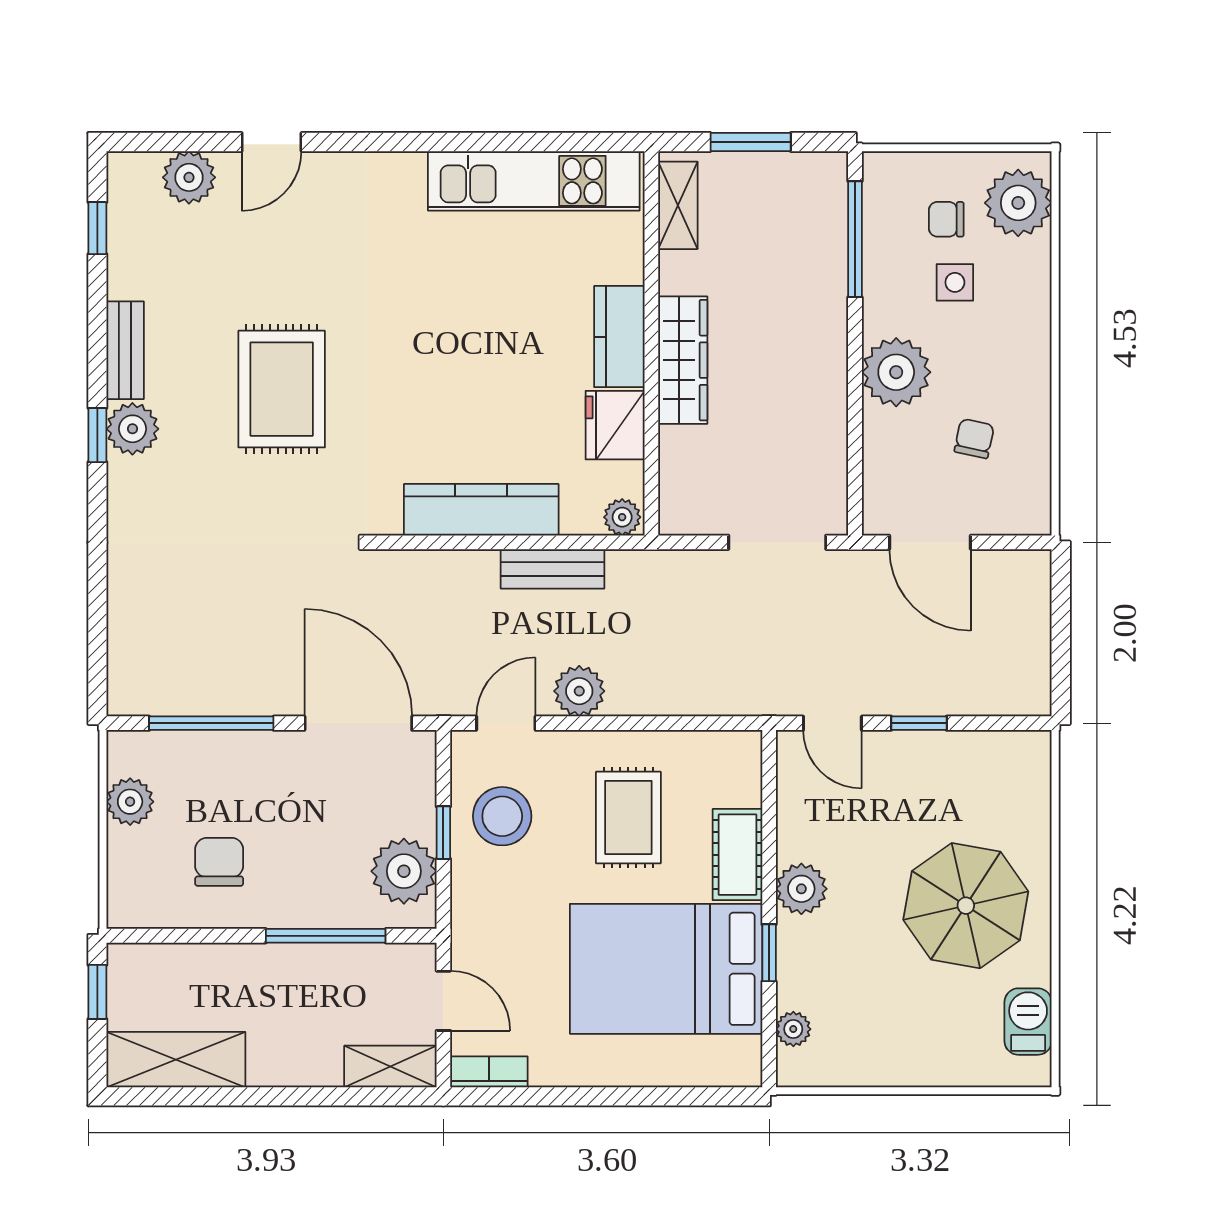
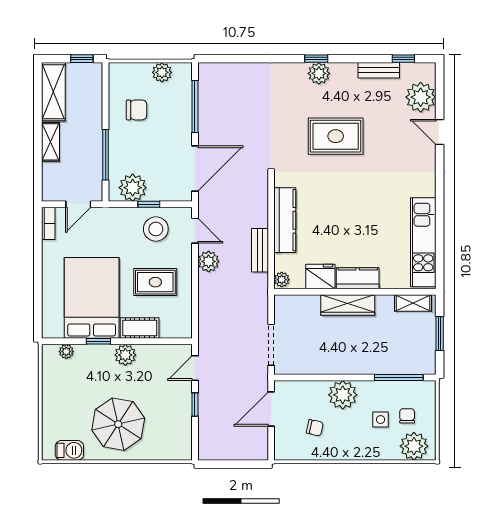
plant: (189, 177) -> (421, 97), width x1.36, depth x1.36
bench: (125, 350) -> (379, 70), moved
shelving: (390, 1066) -> (51, 142), moved

